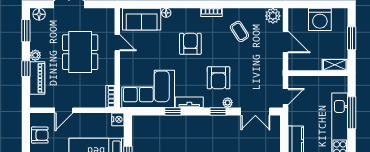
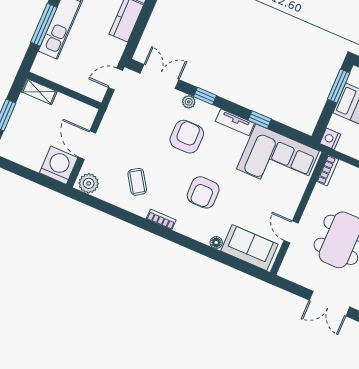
washing machine: (320, 19) -> (59, 165), moved

